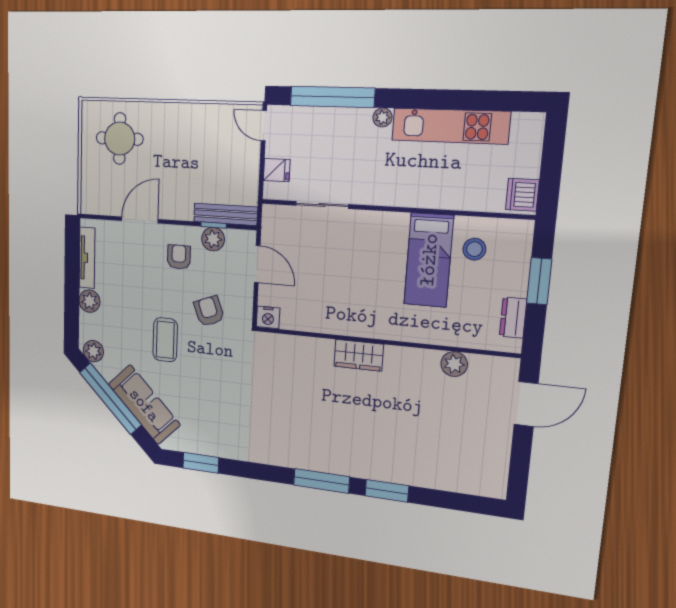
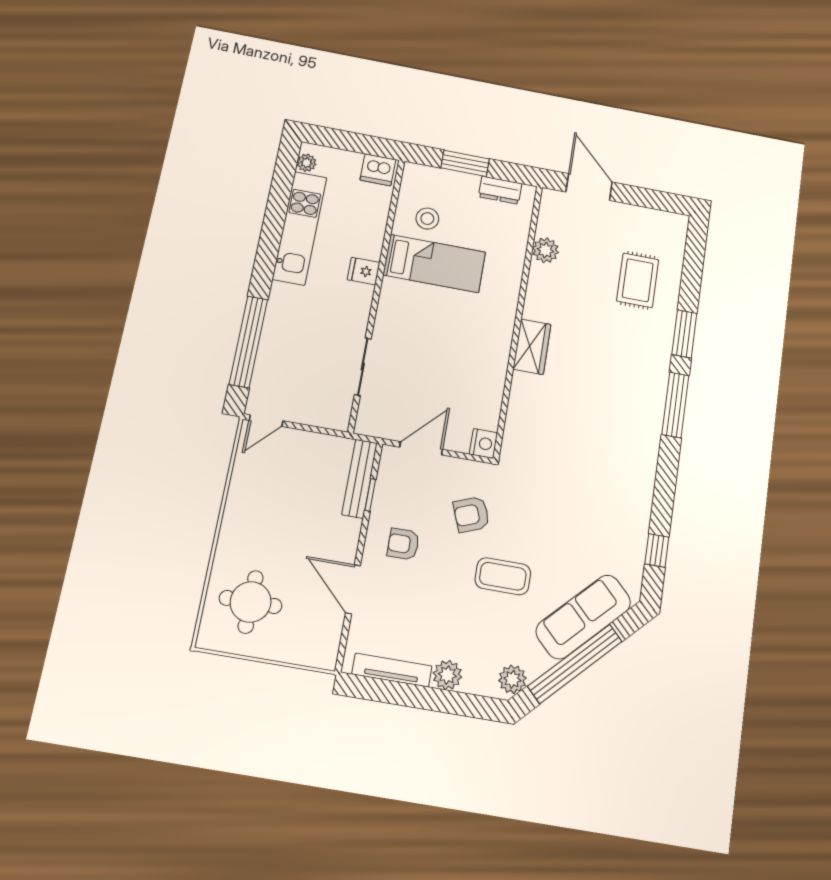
plant: (383, 117) -> (307, 163), moved
fridge: (277, 170) -> (364, 271), moved, turned -90
plant: (213, 239) -> (387, 498), removed
rug: (434, 450) -> (638, 280), added
window: (201, 463) -> (657, 550), width x0.67

